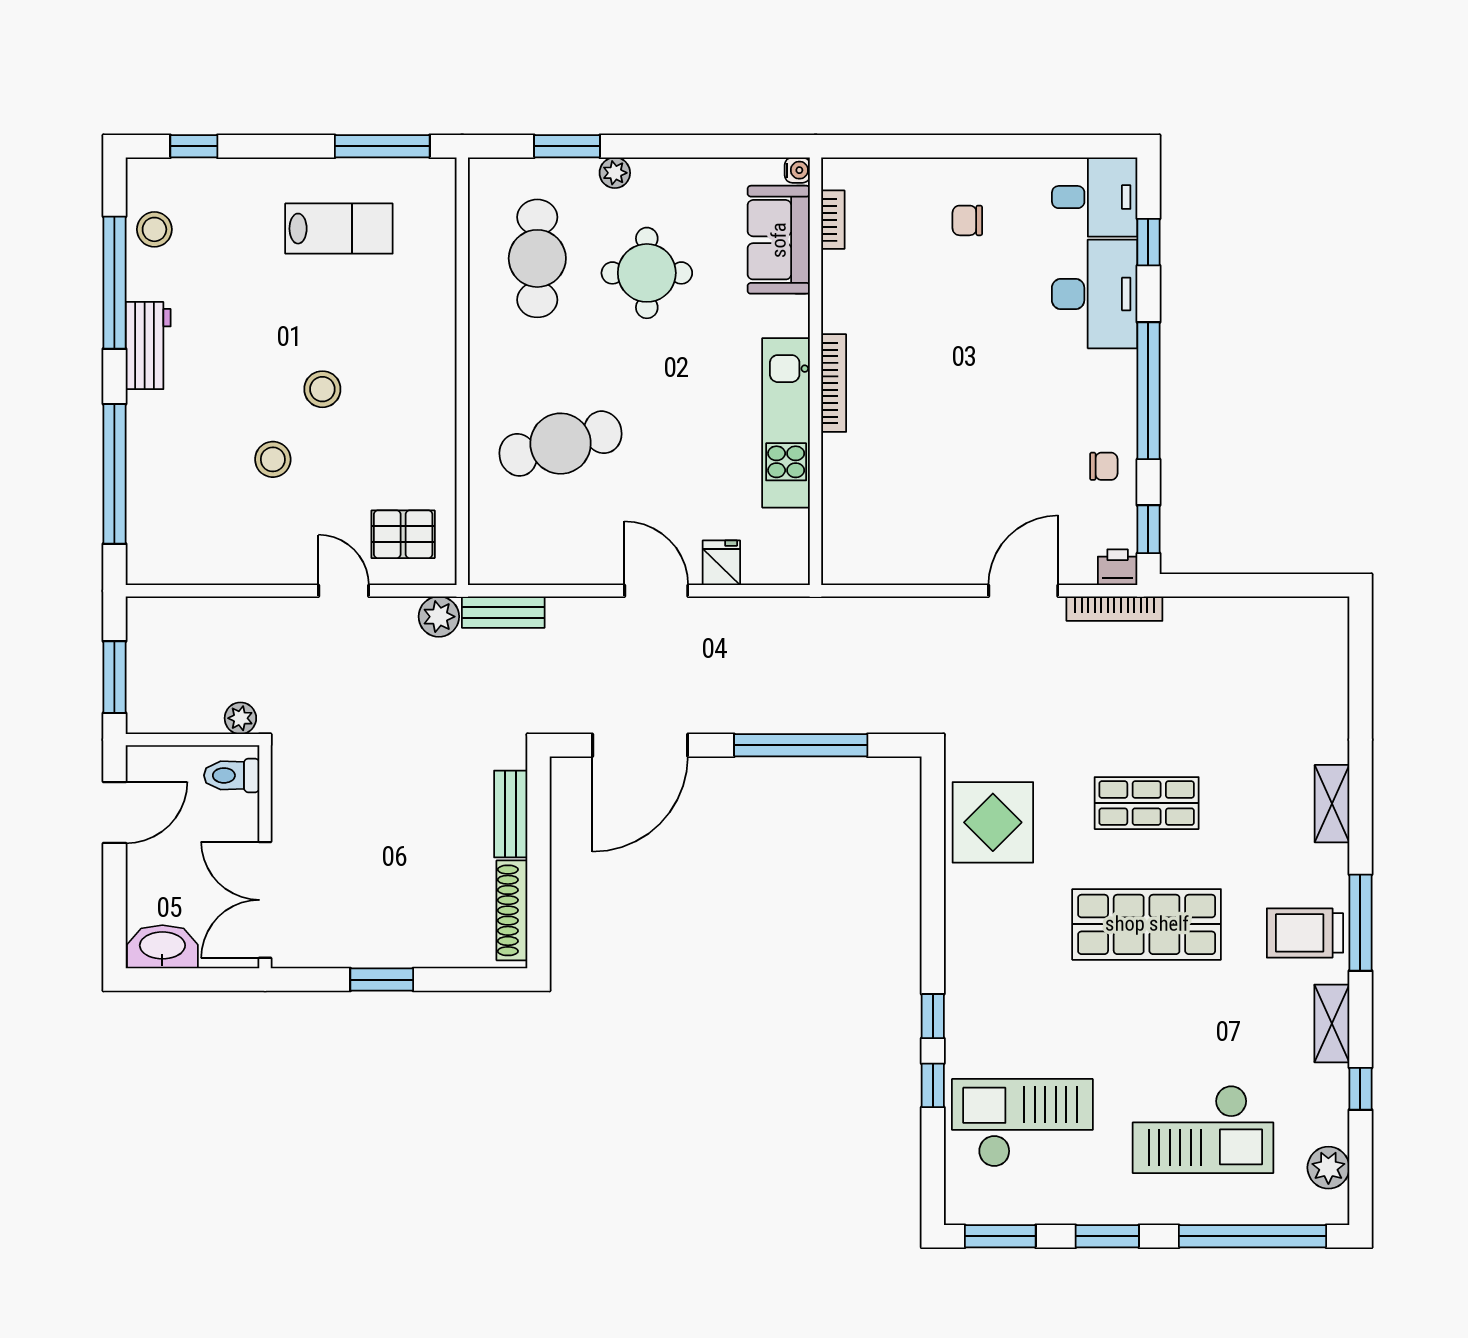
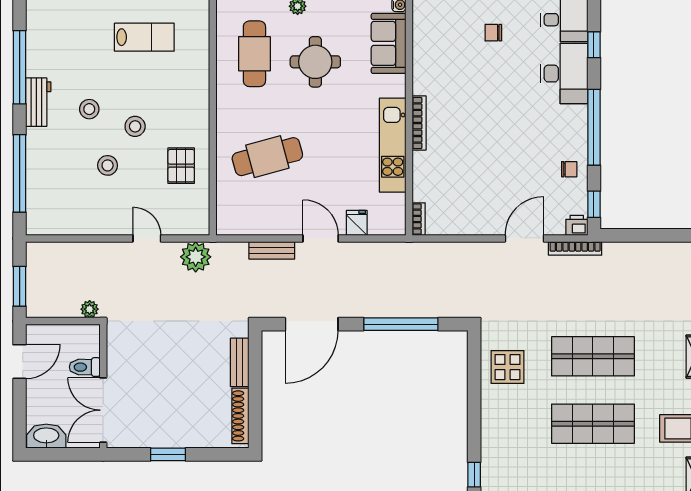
bookcase: (833, 220) -> (419, 219), moved
stool: (154, 229) -> (89, 109), moved
pallet: (403, 534) -> (181, 166), moved, turned 90
bench: (503, 612) -> (272, 250), moved
plant: (439, 617) -> (196, 257), width x1.36, depth x1.36
toilet: (232, 775) -> (85, 367), moved
shop shelf: (1147, 803) -> (593, 356), width x1.43, depth x1.36
display table: (993, 822) -> (508, 367), width x0.73, depth x0.73

